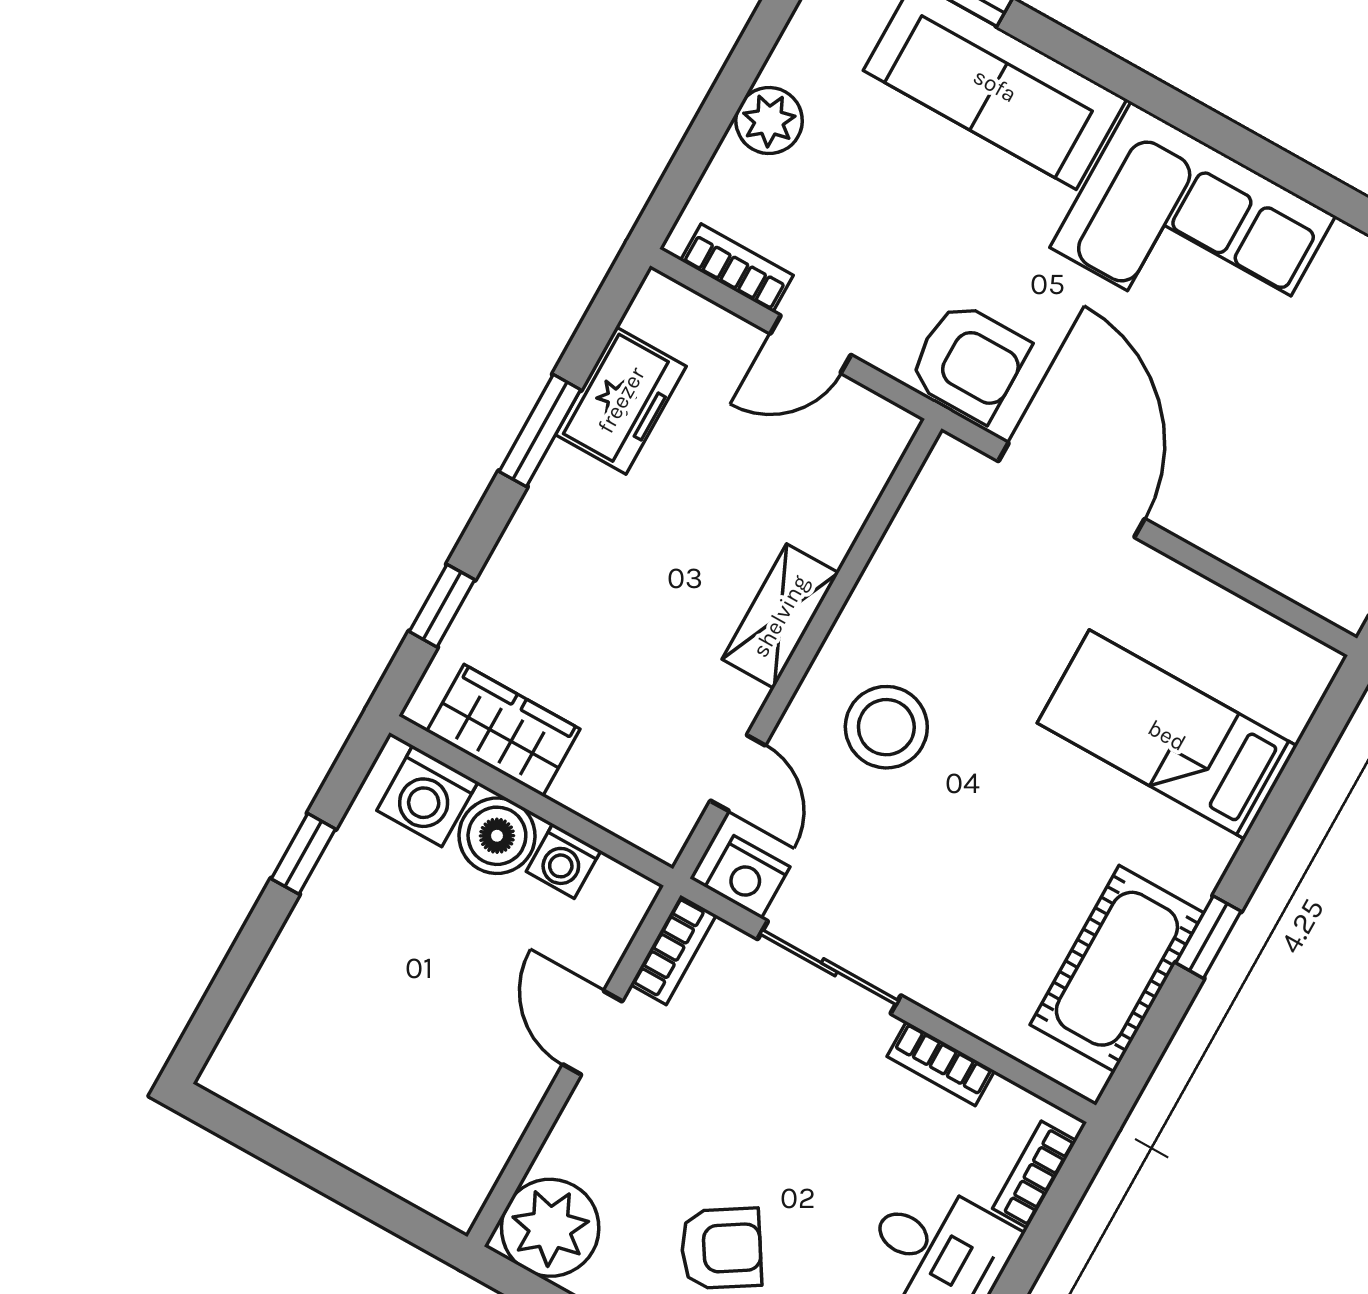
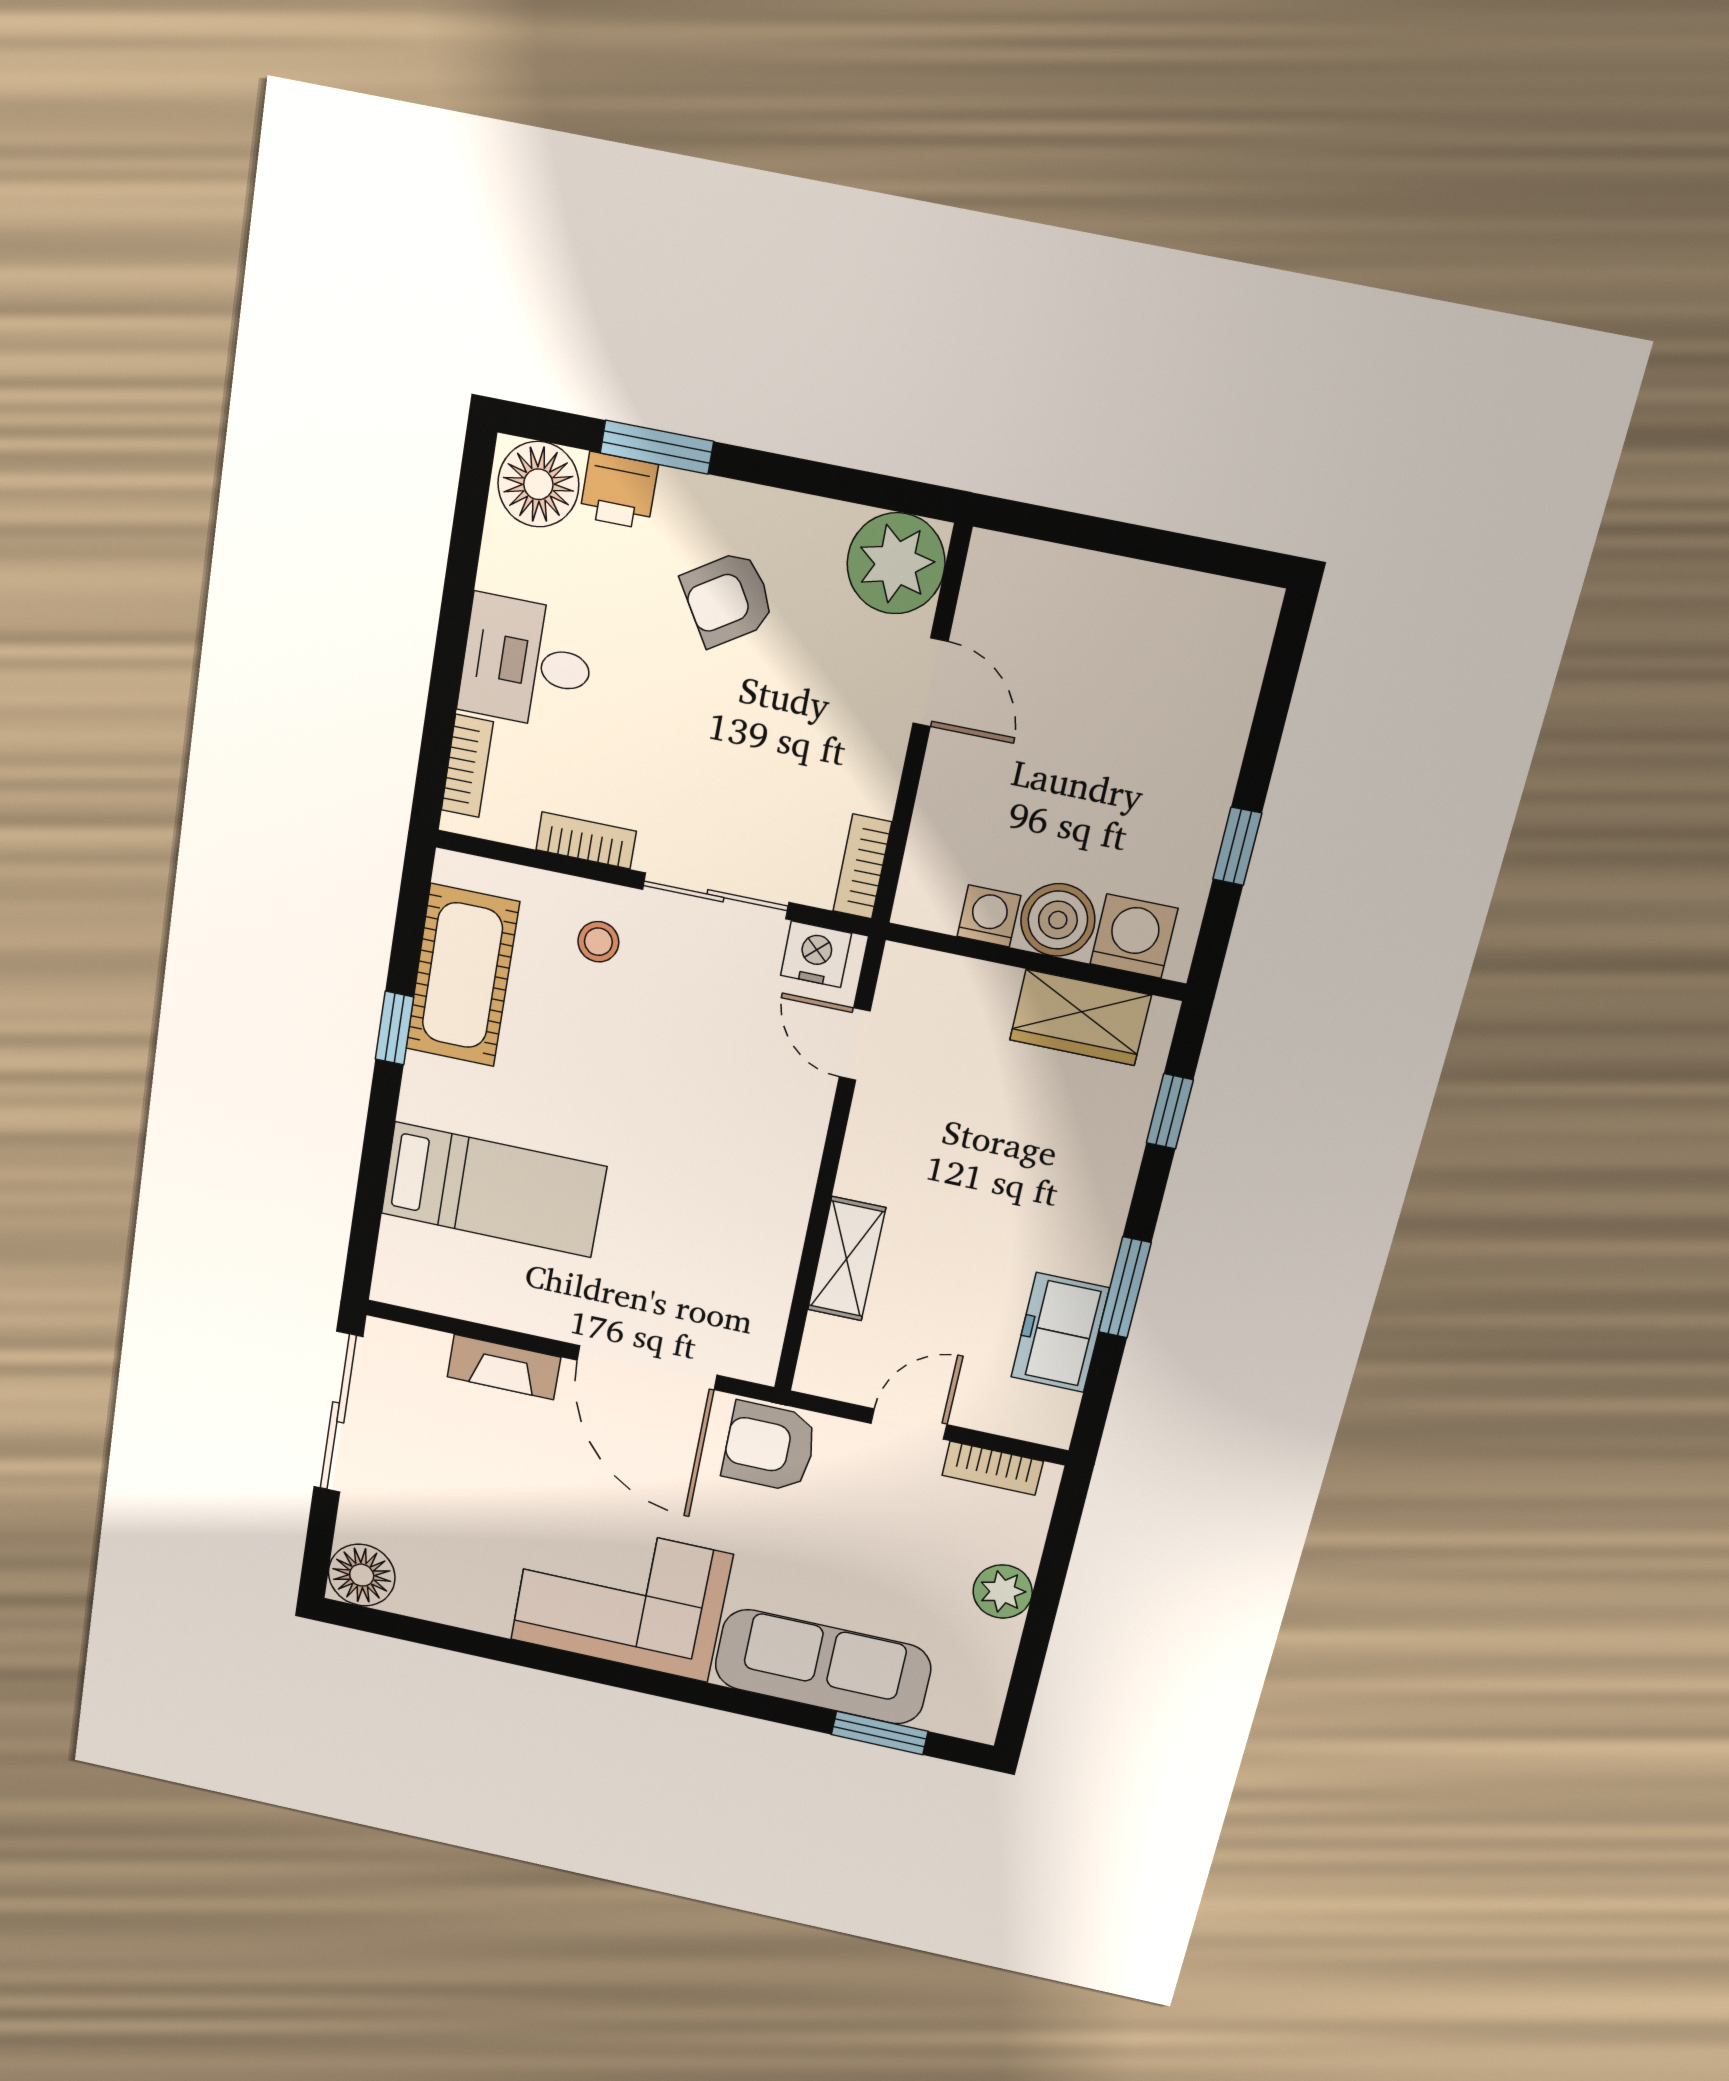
fireplace: (1227, 536) -> (504, 1367), added
shelving: (780, 616) -> (847, 1259), moved
stool: (886, 727) -> (598, 942), moved, width x0.53, depth x0.53
door: (593, 1033) -> (930, 682), moved

